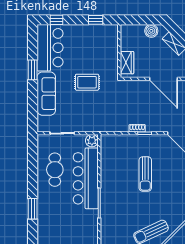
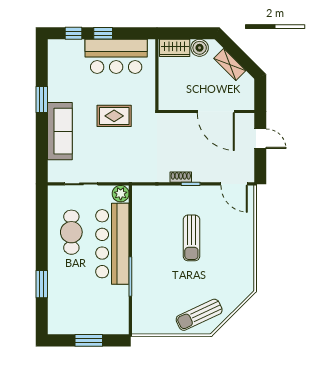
window: (96, 20) -> (103, 33), moved
bar counter: (50, 48) -> (116, 56), moved, turned 90
wardrobe: (127, 63) -> (175, 48), moved, turned 90

